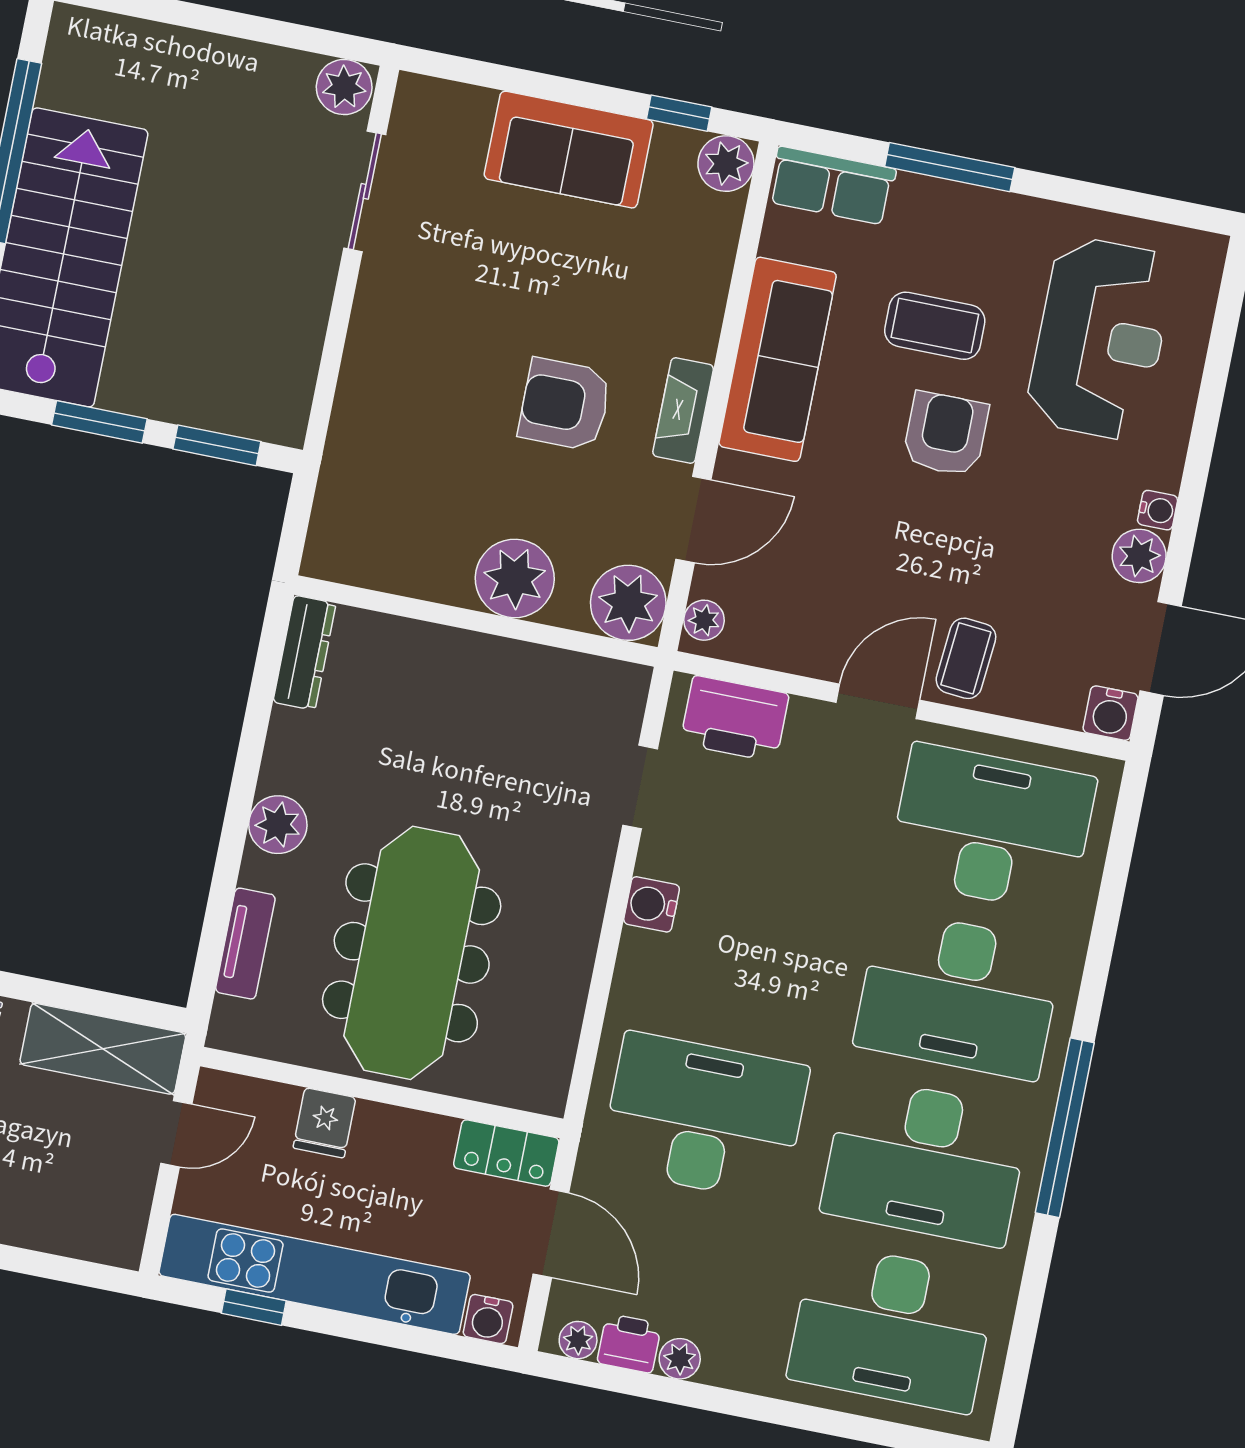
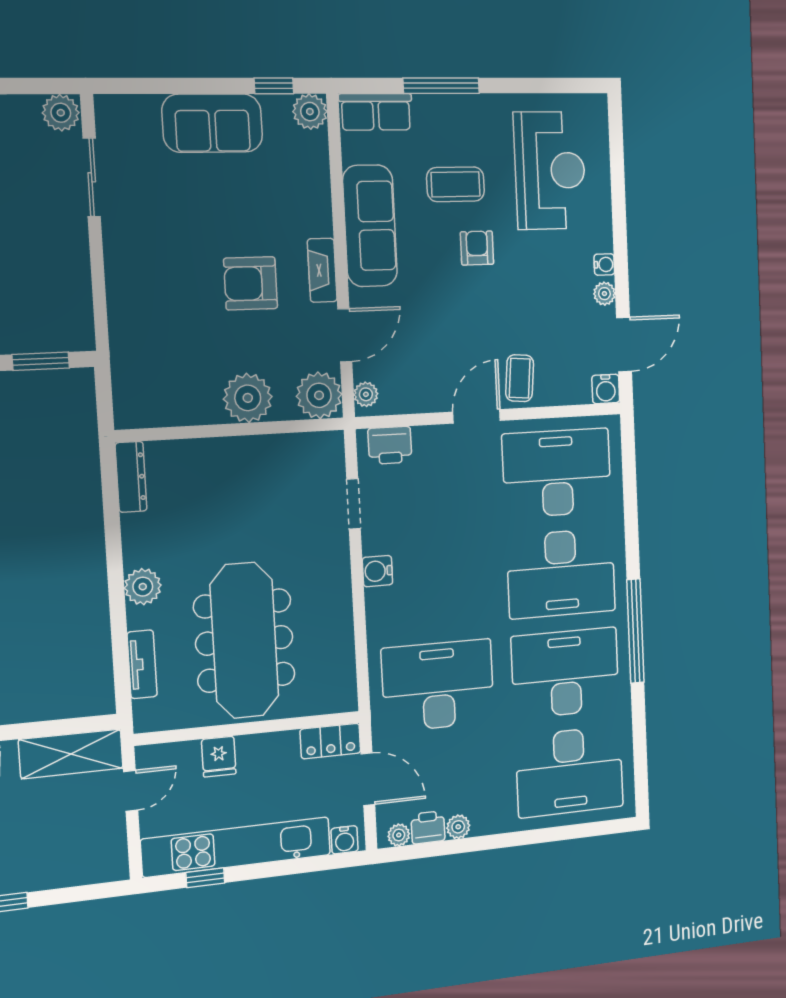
armchair: (946, 434) -> (477, 248), width x0.72, depth x0.72
plant: (1139, 556) -> (604, 294), width x0.73, depth x0.73
printer: (735, 719) -> (390, 445), width x0.73, depth x0.84
desk: (925, 1161) -> (565, 673), turned 180

